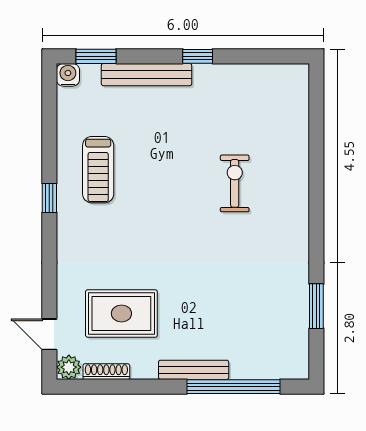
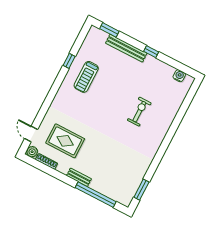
water cooler: (68, 75) -> (179, 76), moved
window: (49, 198) -> (69, 61), moved
window: (316, 306) -> (141, 190), moved
bench: (194, 370) -> (79, 177), width x0.73

